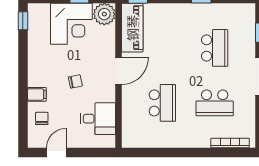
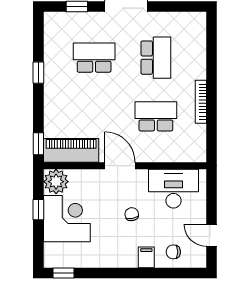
desk: (98, 119) -> (174, 189), width x1.37
bookcase: (230, 143) -> (201, 102), moved

